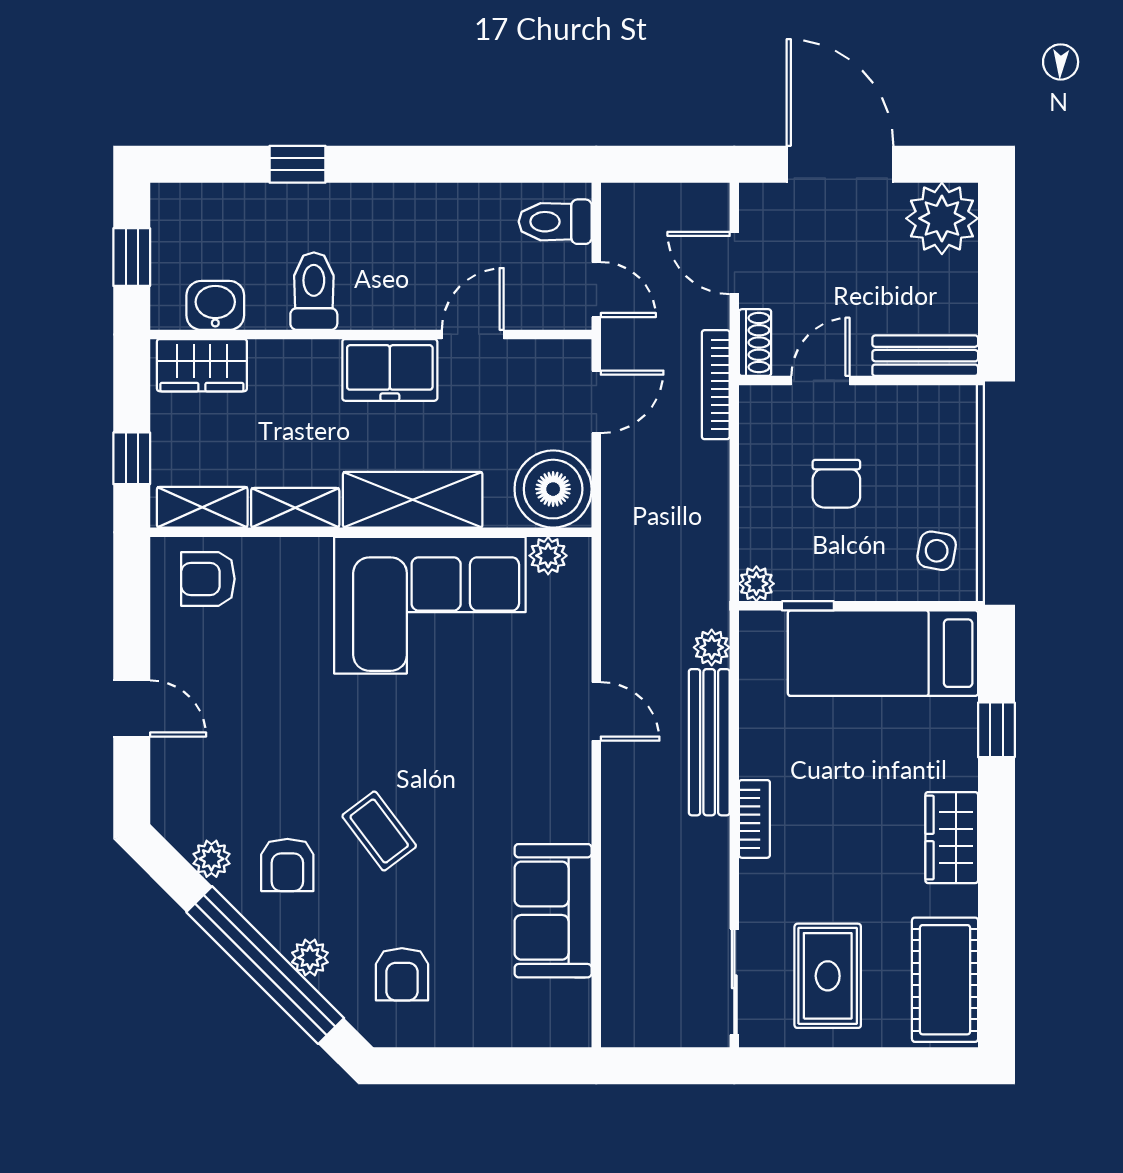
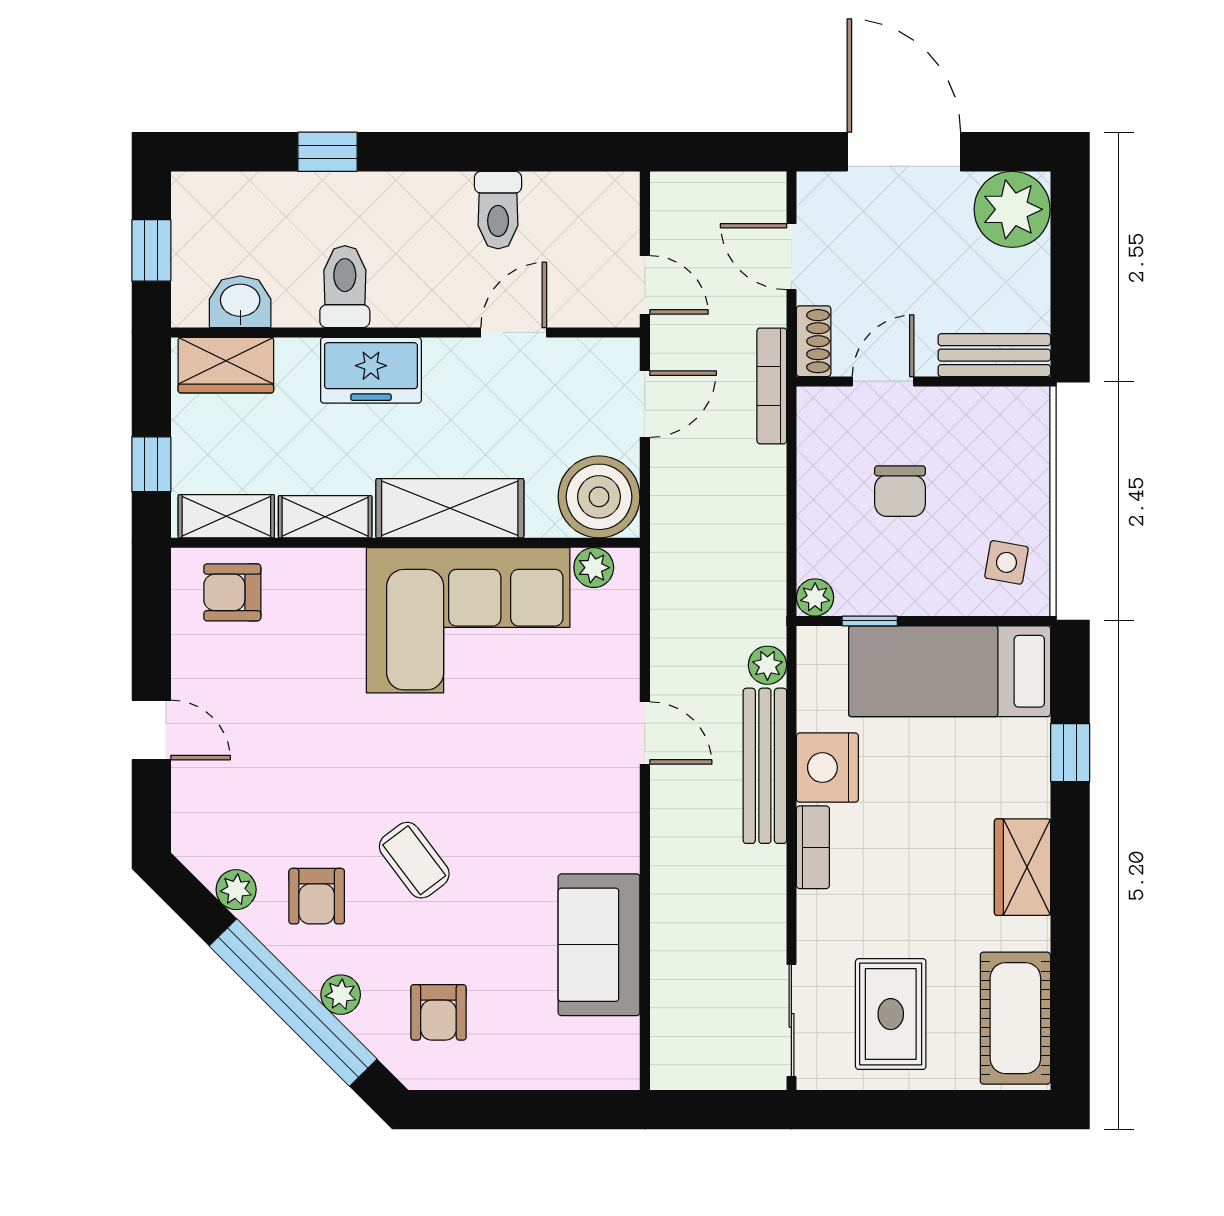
toilet: (555, 222) -> (498, 210), moved, turned -90
freezer: (390, 370) -> (371, 370), moved
nightstand: (768, 744) -> (827, 768), added

